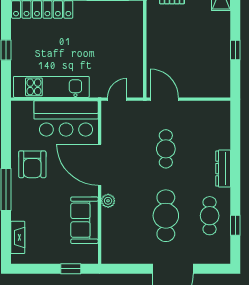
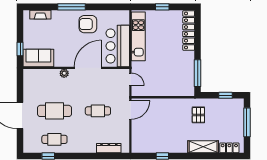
dresser: (223, 169) -> (109, 148), moved
sofa: (84, 220) -> (38, 58), moved

